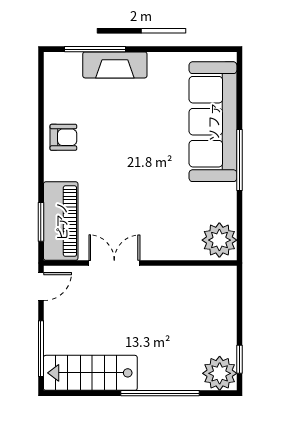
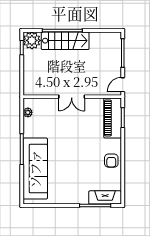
fireplace: (115, 65) -> (105, 197), moved
armchair: (63, 137) -> (111, 161), turned -90
plant: (219, 240) -> (28, 112), width x0.53, depth x0.53
double door: (114, 263) -> (72, 97), moved
stairs: (90, 373) -> (65, 41), moved

